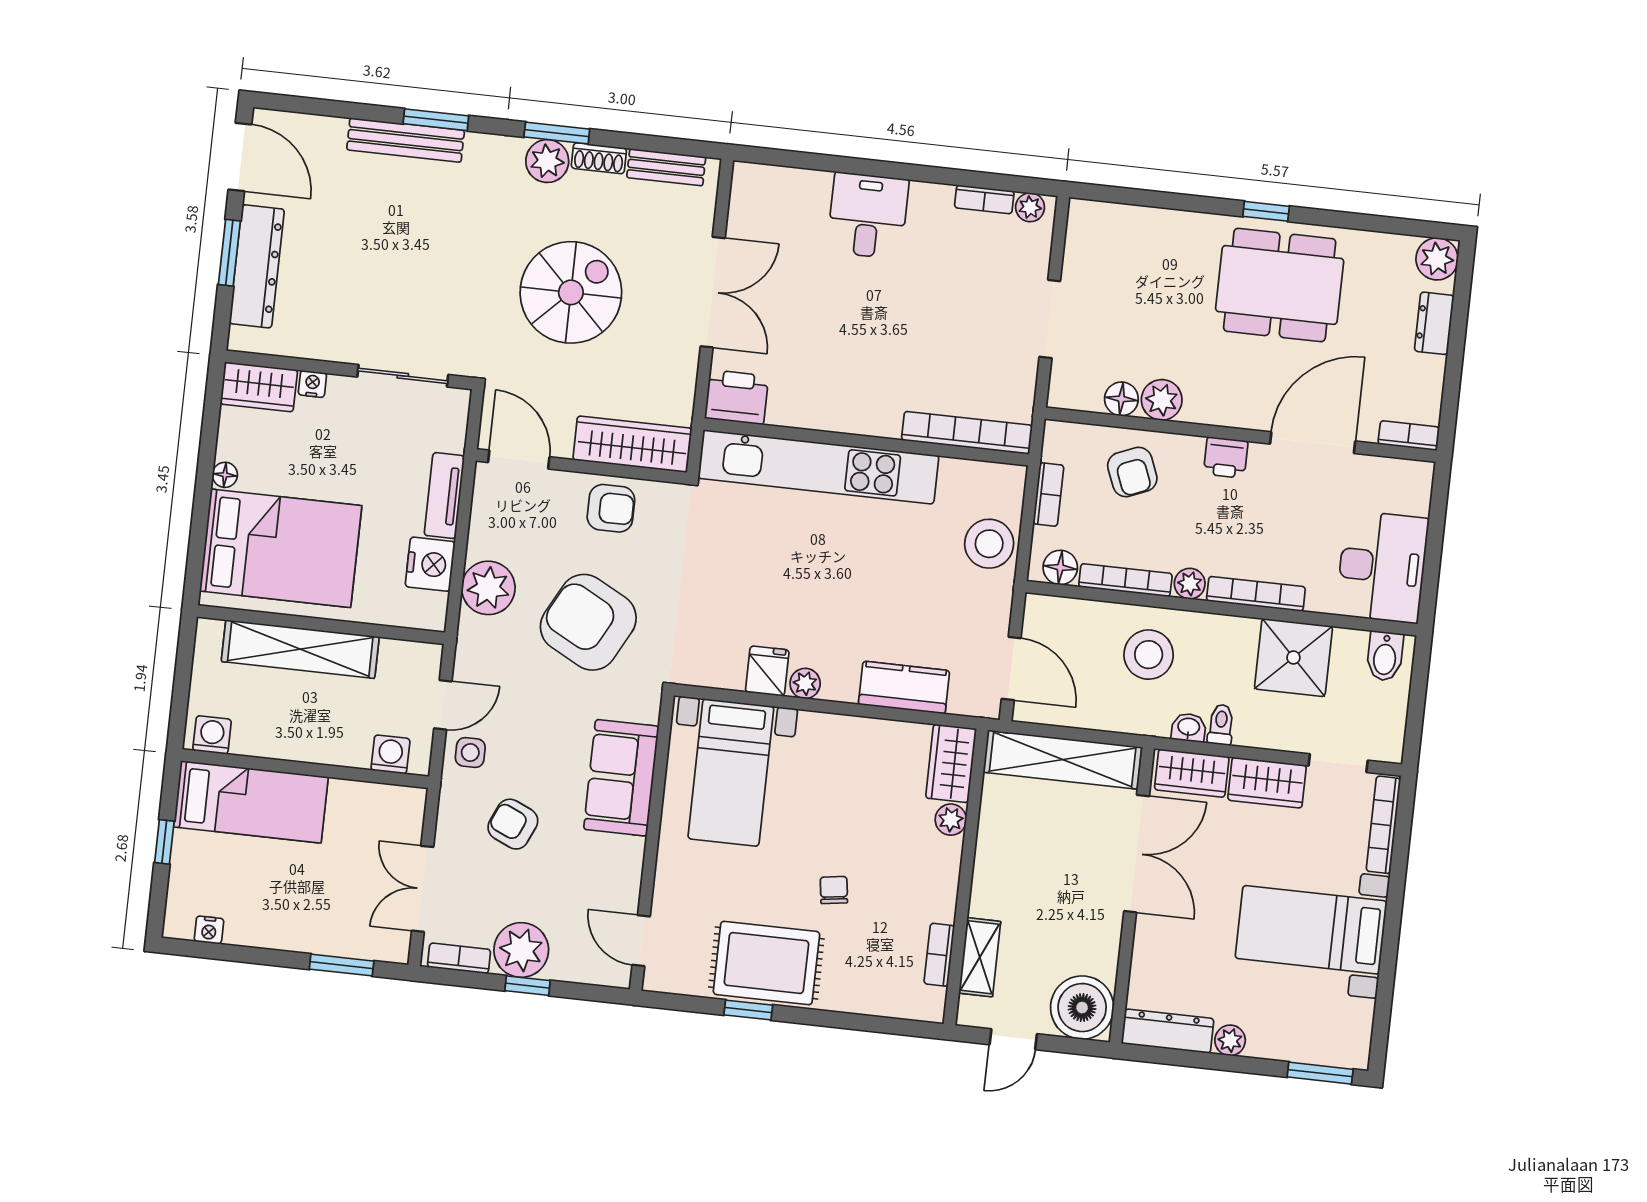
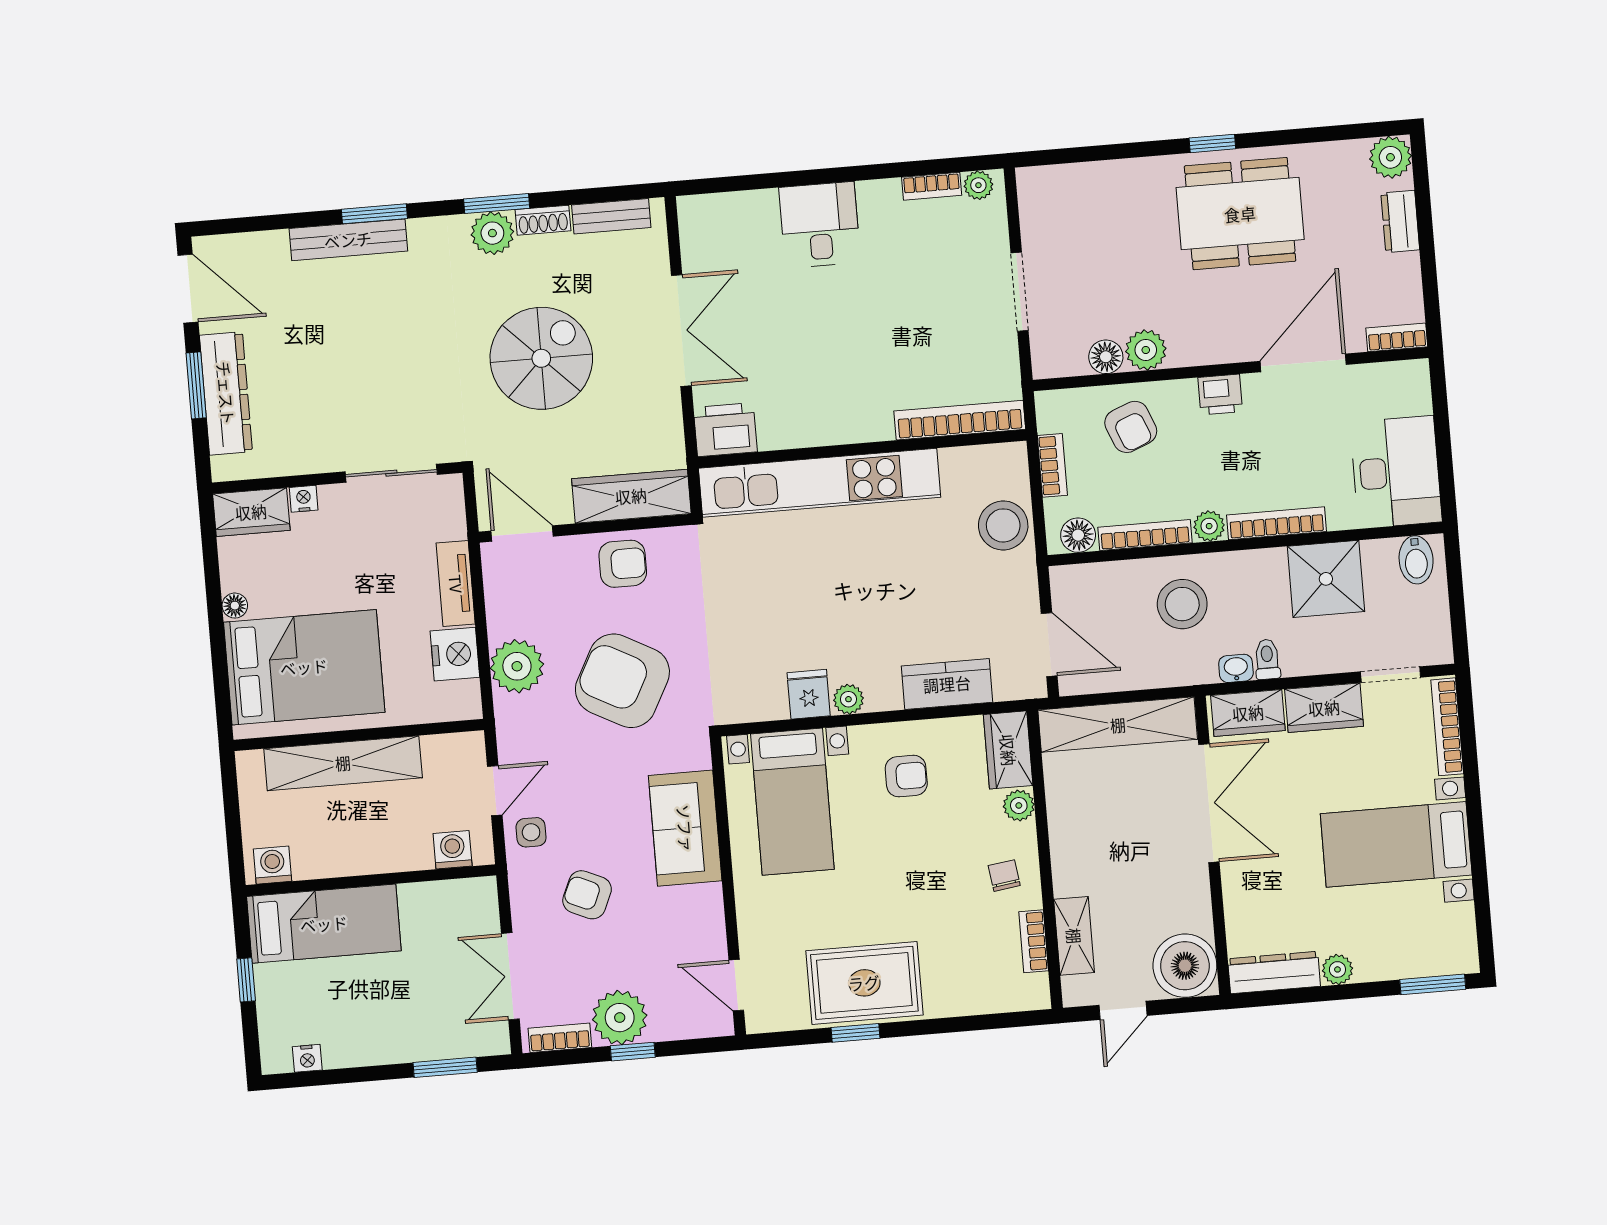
armchair: (847, 769) -> (906, 776), added
chair: (834, 890) -> (1004, 876), moved

